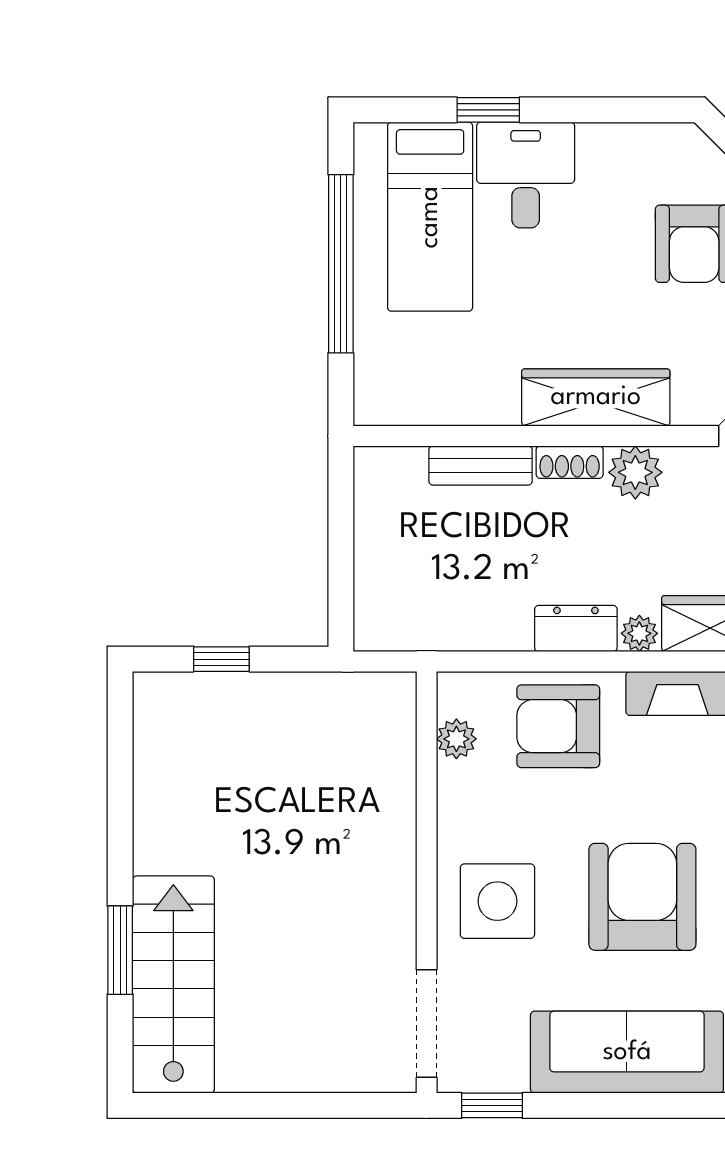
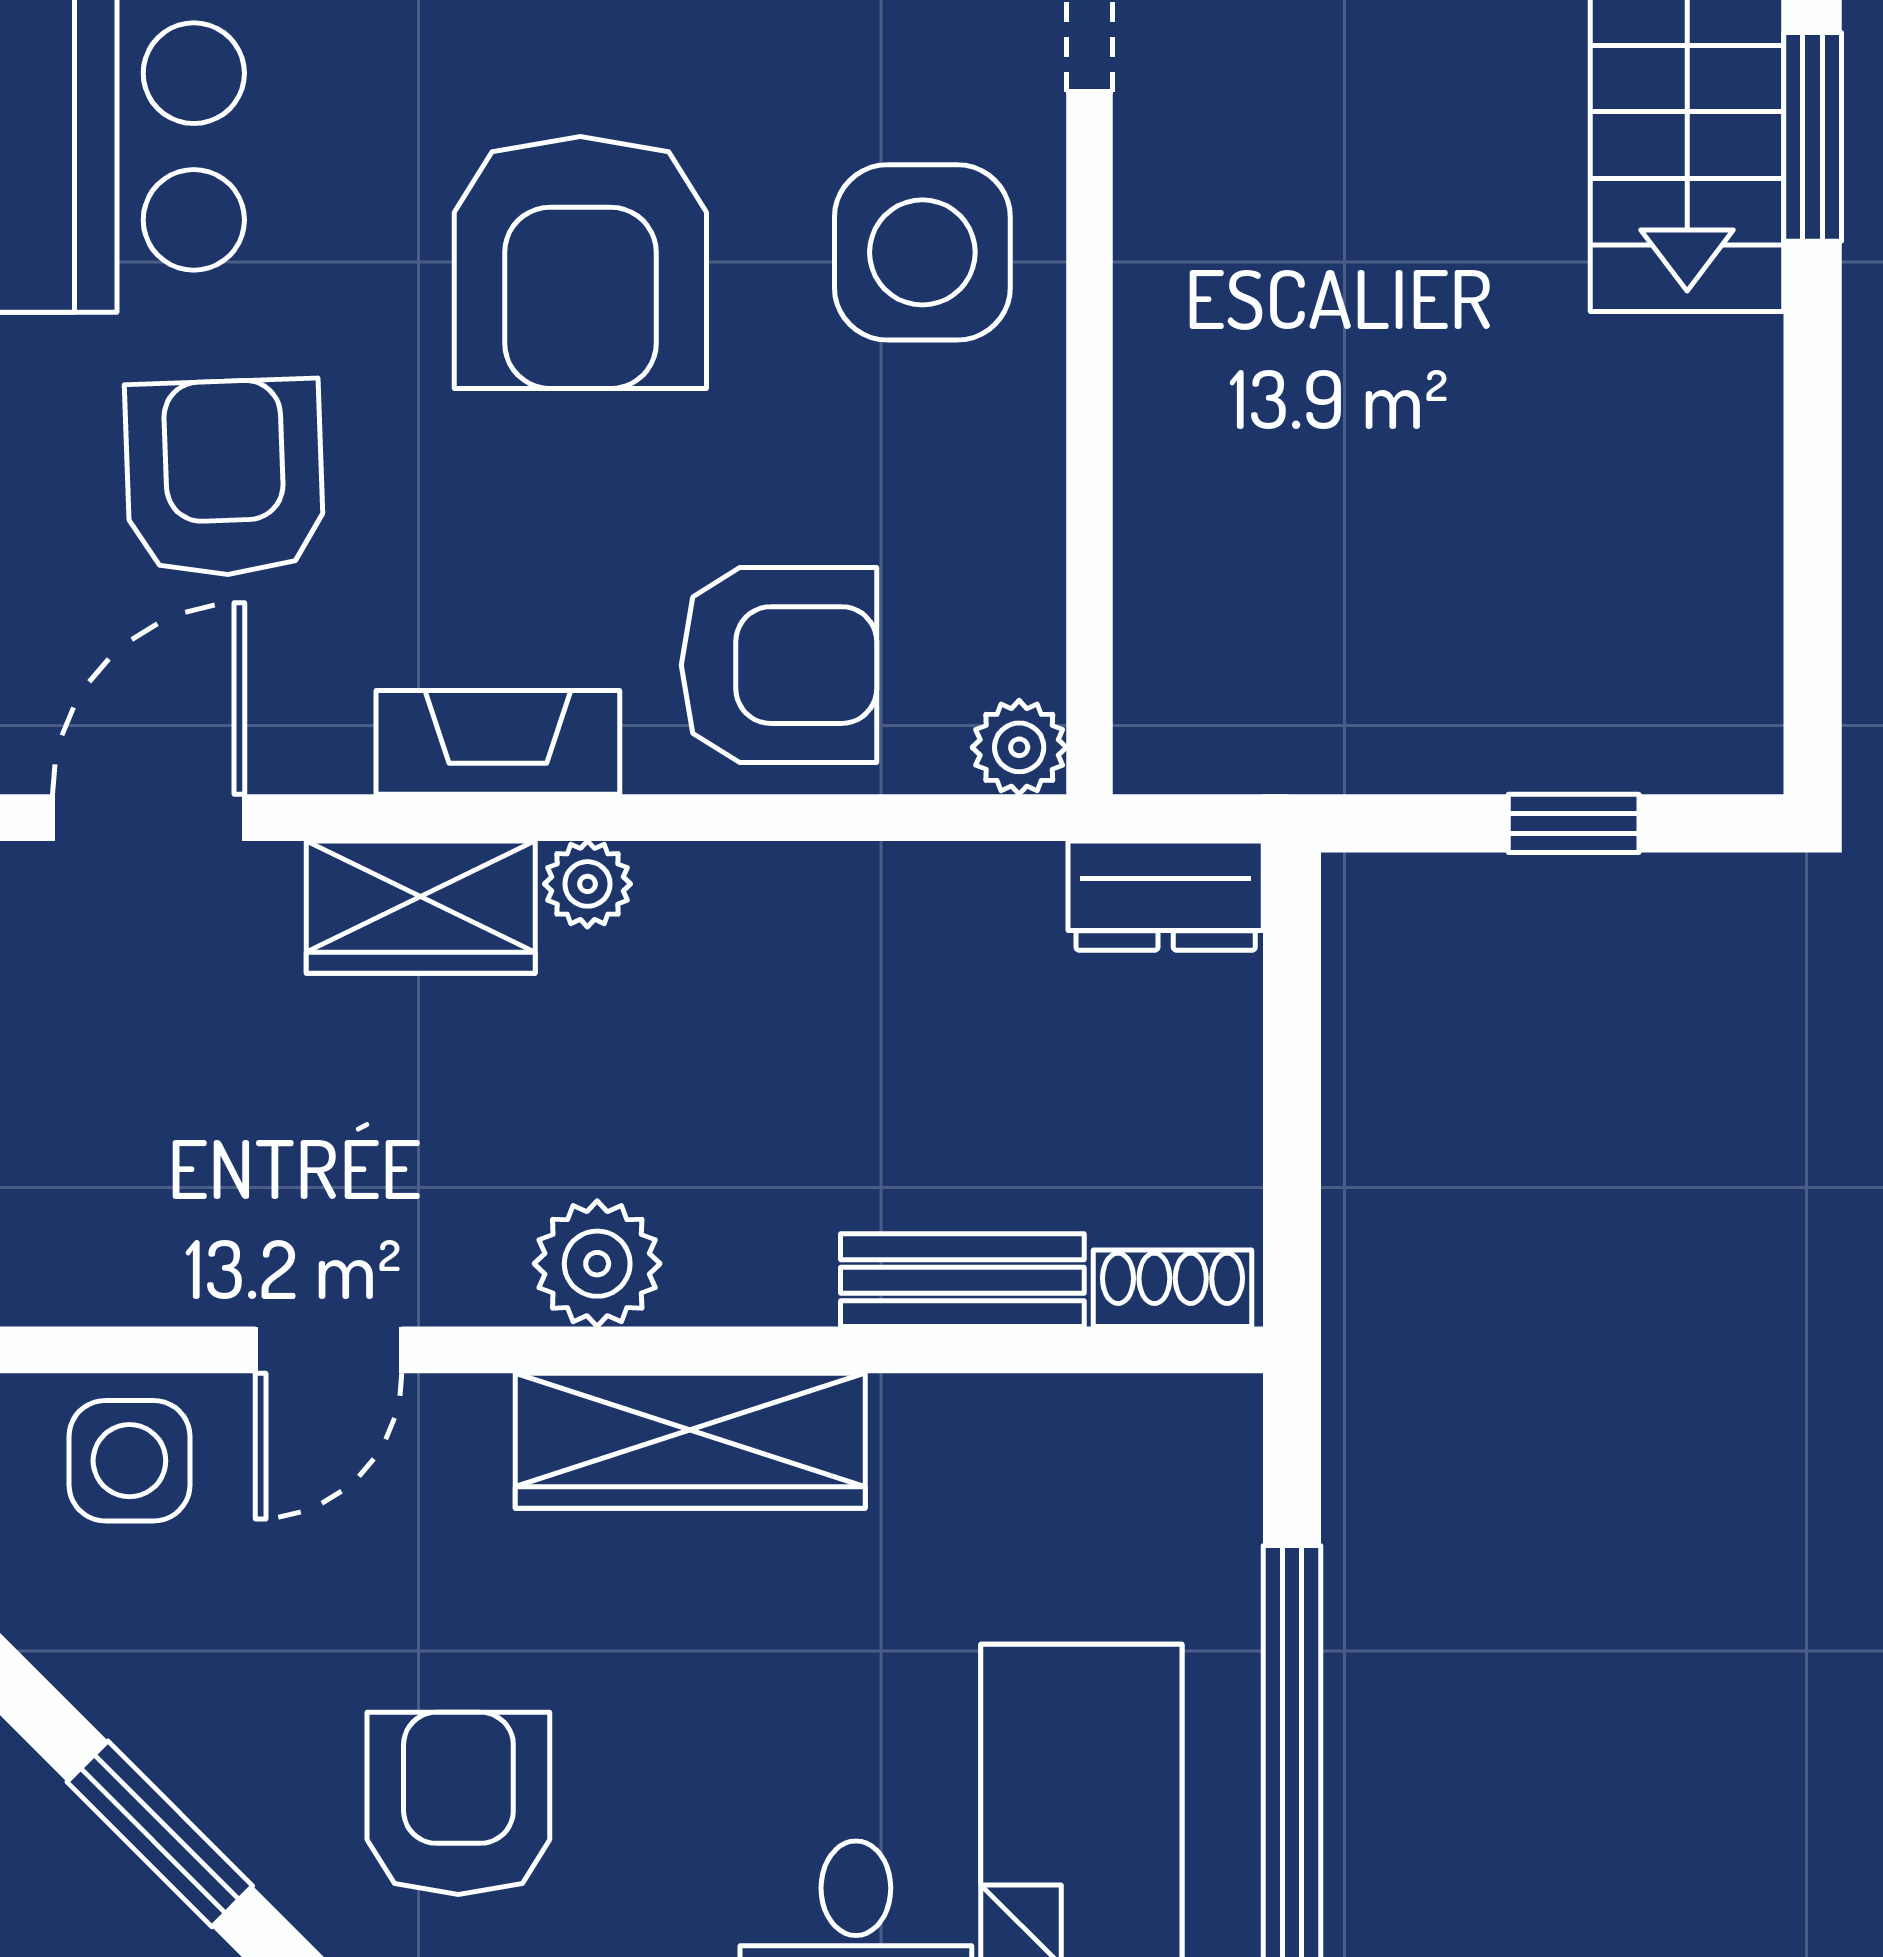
shoe rack: (570, 462) -> (1173, 1288), moved
dresser: (576, 629) -> (1166, 896), moved
plant: (456, 739) -> (1019, 747), moved

